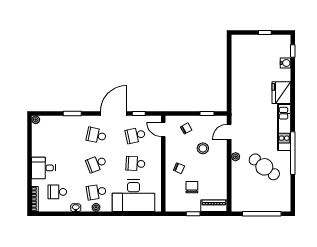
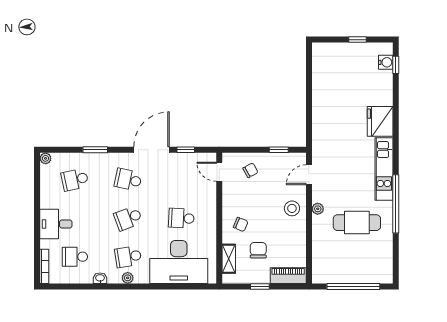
water cooler: (285, 63) -> (386, 62), moved
school desk: (135, 135) -> (75, 180), moved
stool: (203, 148) -> (292, 208), moved
cafe table: (264, 167) -> (357, 223), turned -38
shelving: (170, 193) -> (229, 259), added

